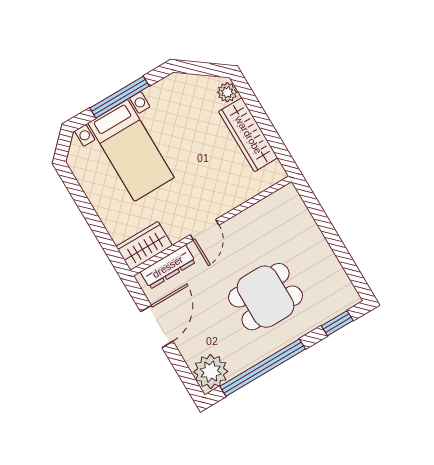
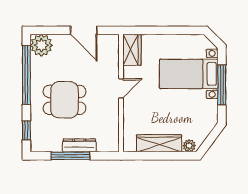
door: (205, 230) -> (121, 88), swing flipped
window: (336, 244) -> (71, 156), added
dresser: (168, 267) -> (79, 145), moved, turned 90
dining table: (265, 297) -> (65, 100), turned 90

